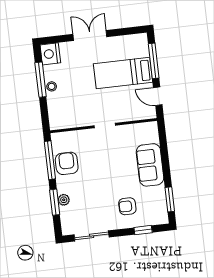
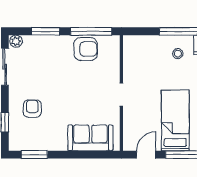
stool: (52, 86) -> (178, 54), moved
sofa: (150, 165) -> (90, 138), moved
plant: (64, 200) -> (16, 41), moved

